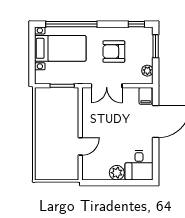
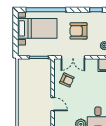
armchair: (99, 115) -> (67, 80), added
door: (80, 146) -> (53, 104), hinge flipped

